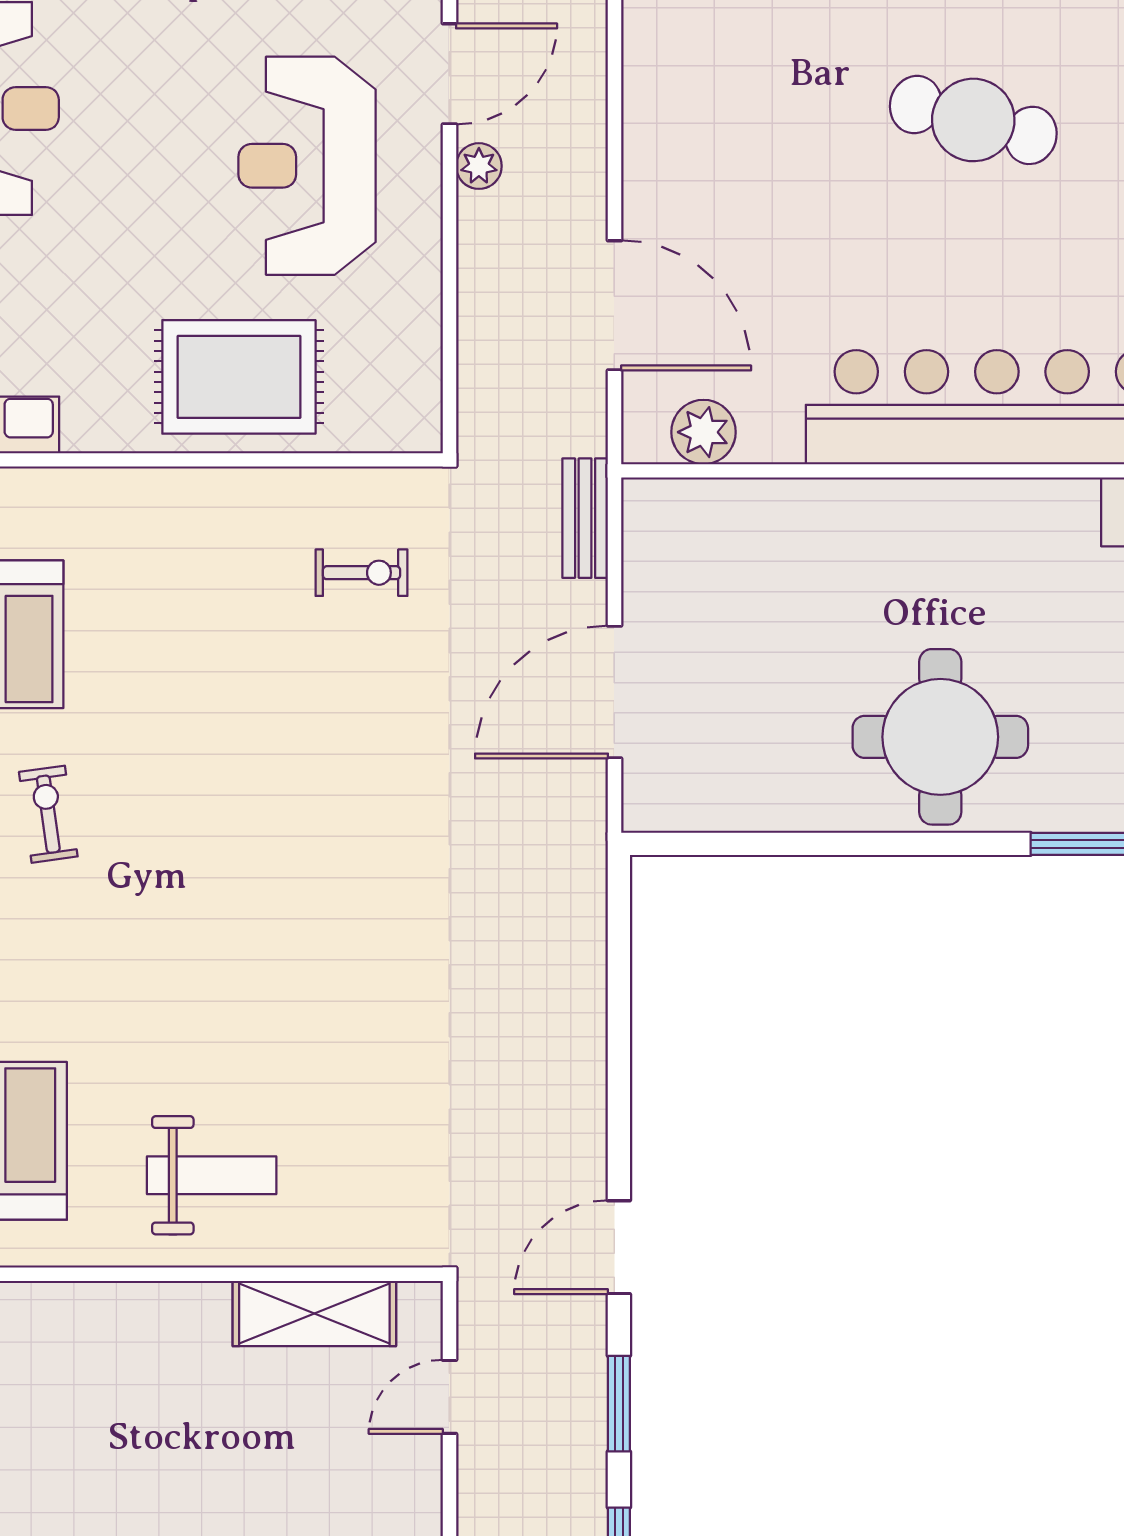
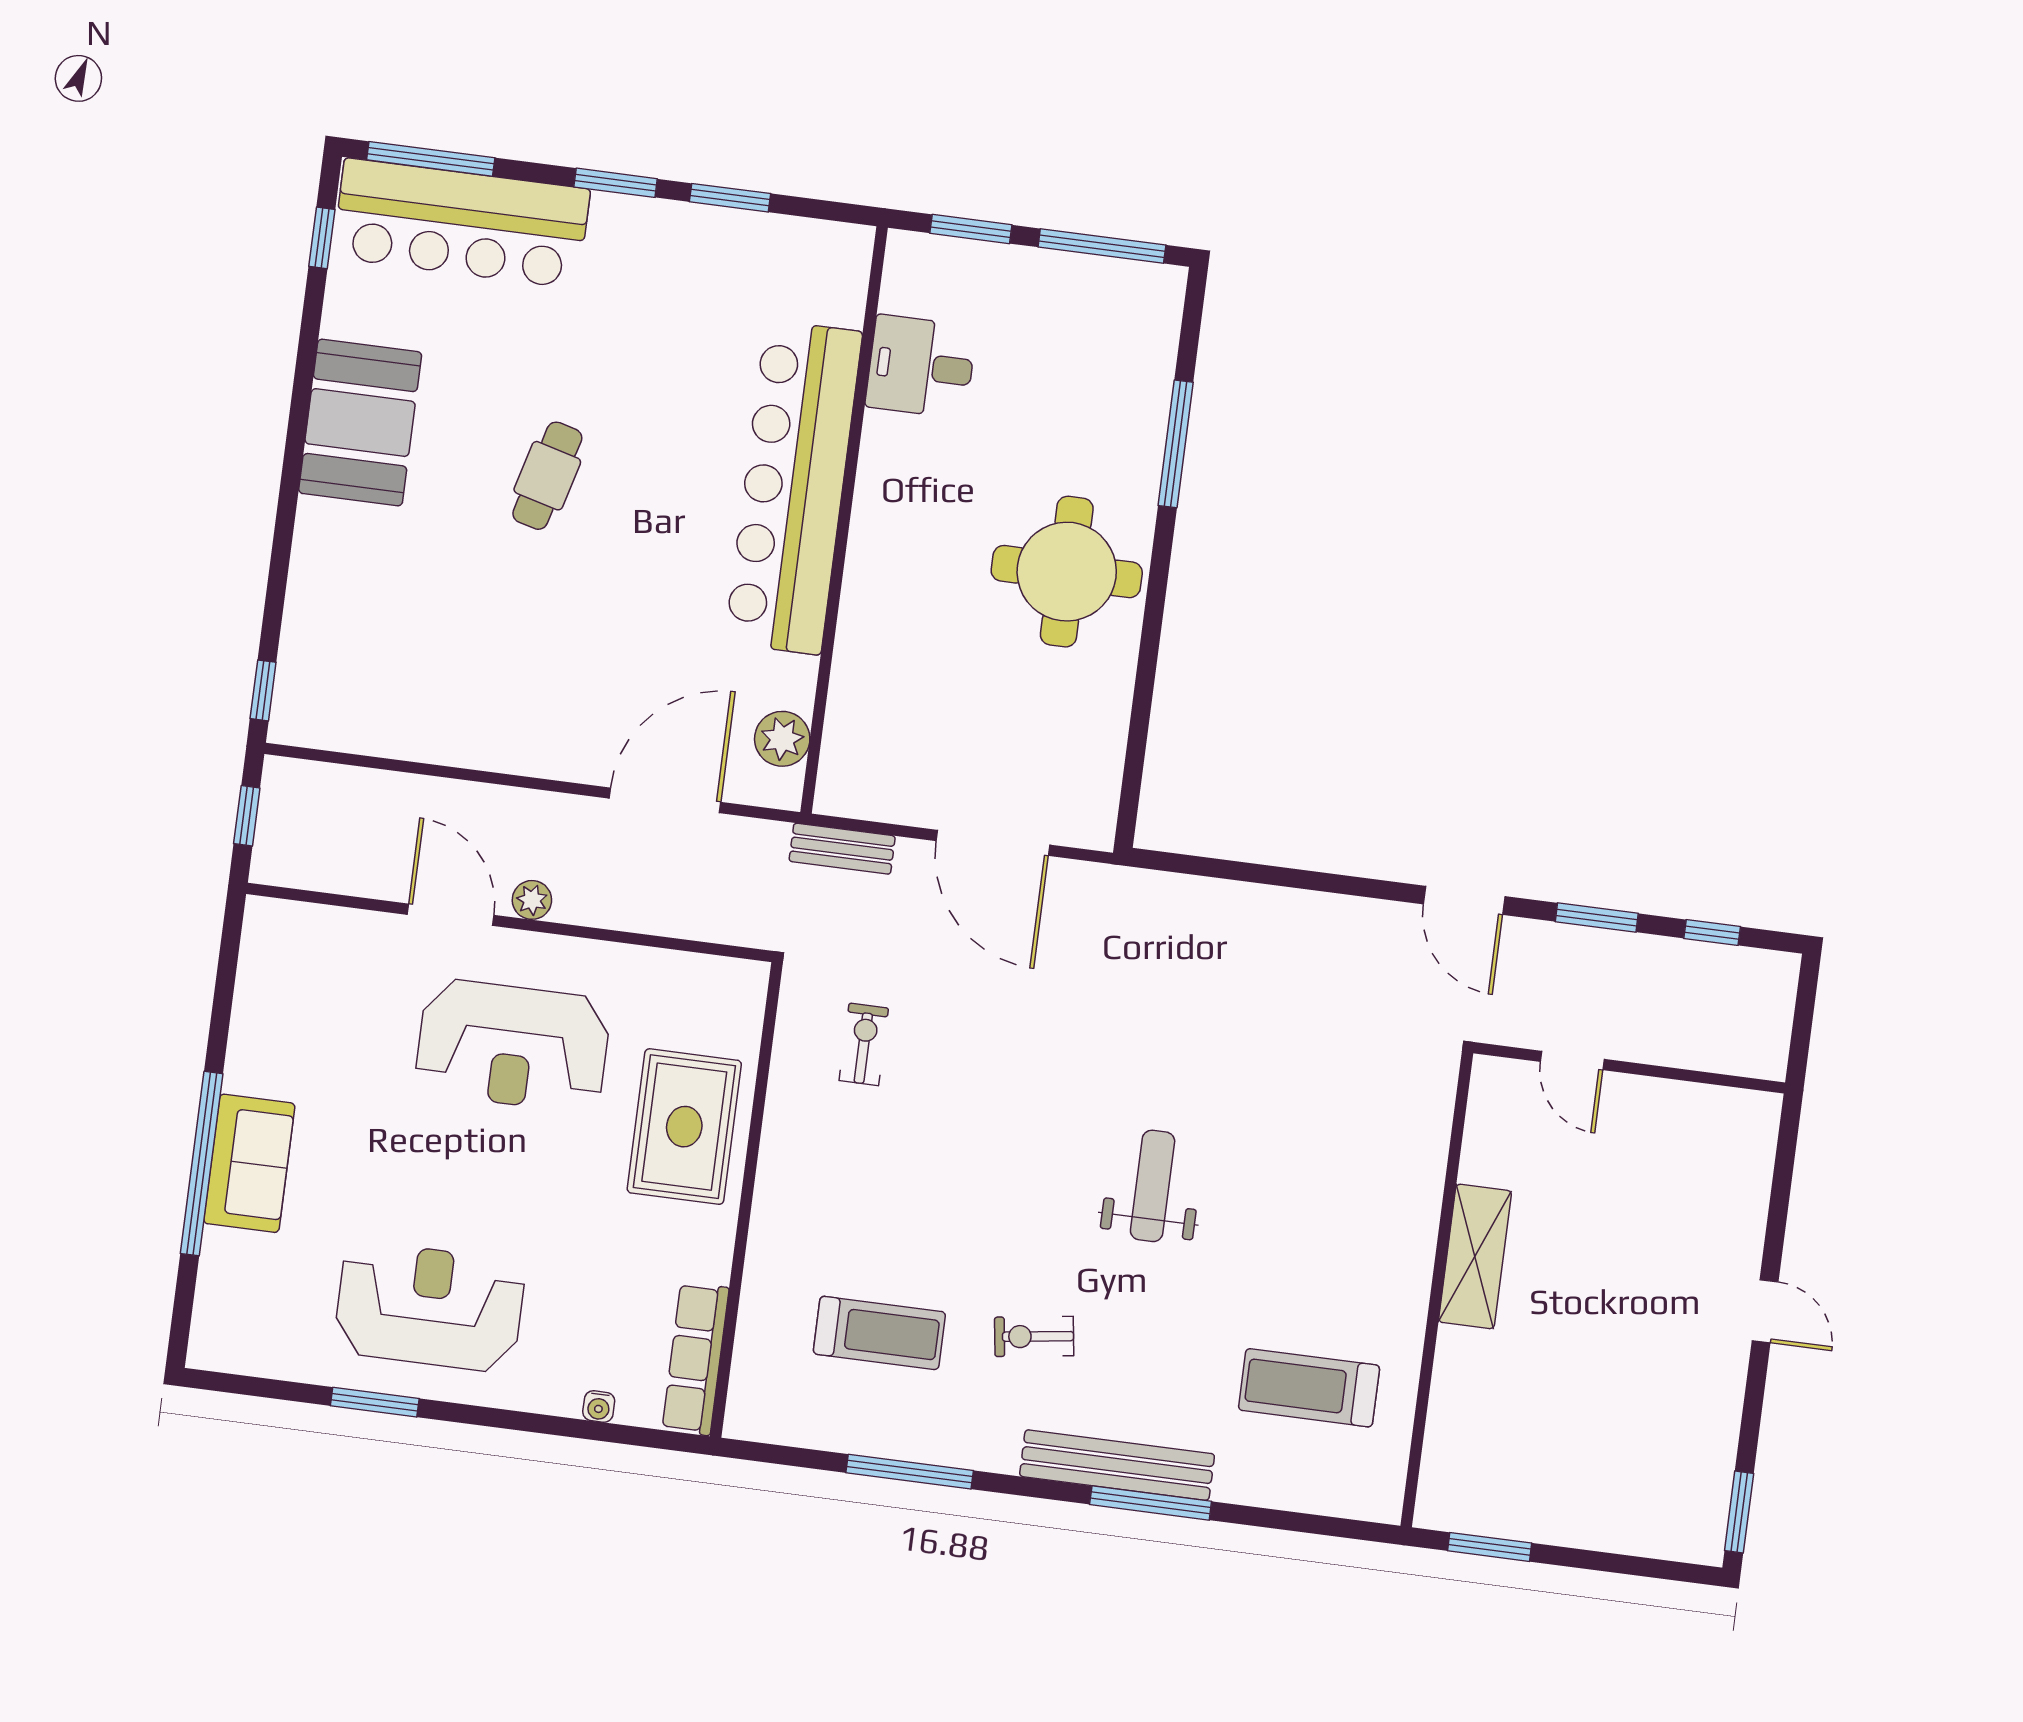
cafe table: (973, 120) -> (547, 476), width x0.73, depth x0.74
weight bench: (212, 1175) -> (1153, 1186), moved
shelving: (314, 1313) -> (1475, 1256), moved

